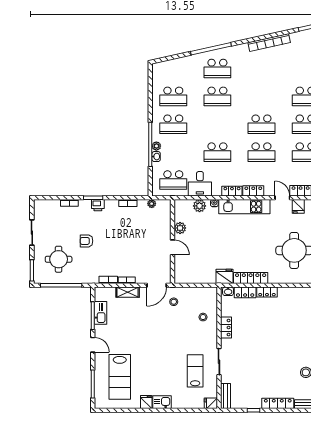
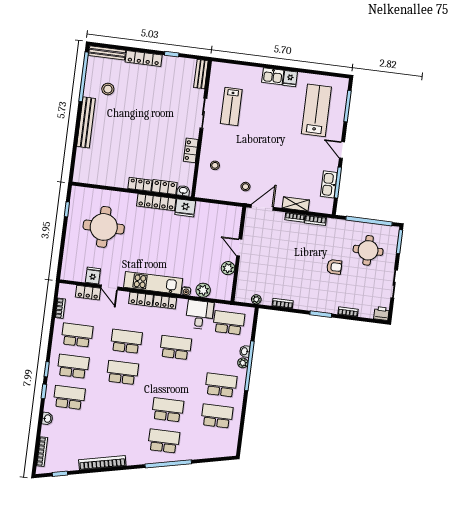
printer: (98, 205) -> (381, 313), moved
fridge: (211, 403) -> (218, 68), removed

